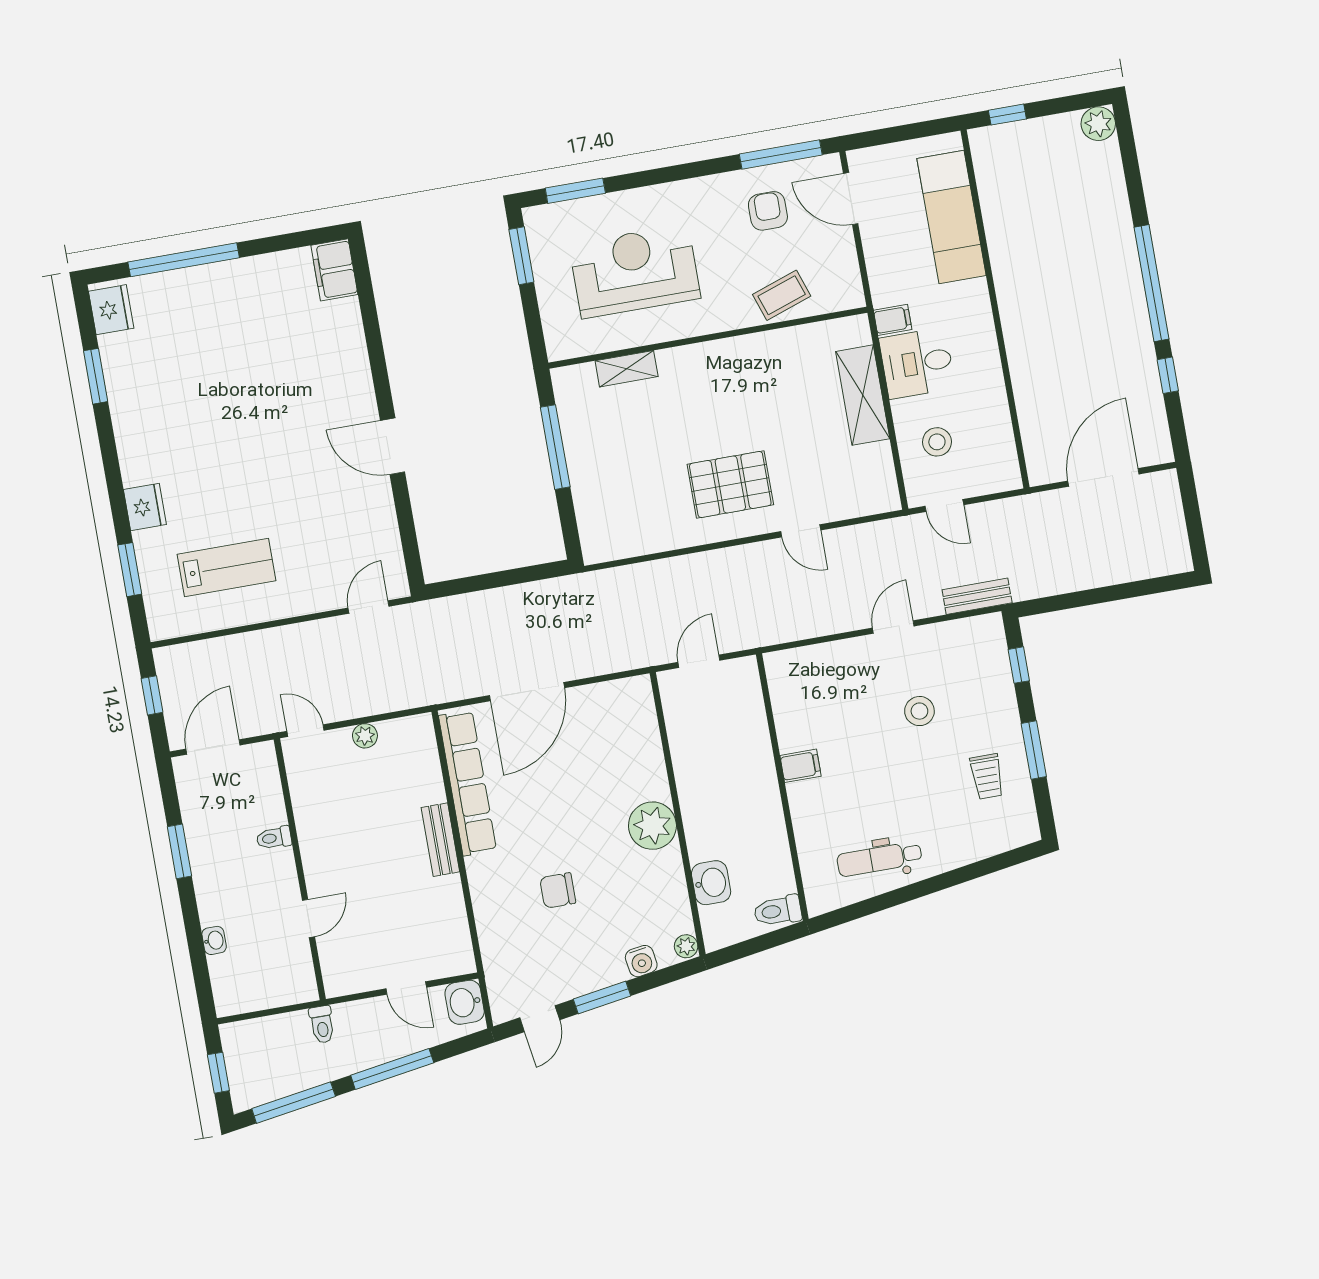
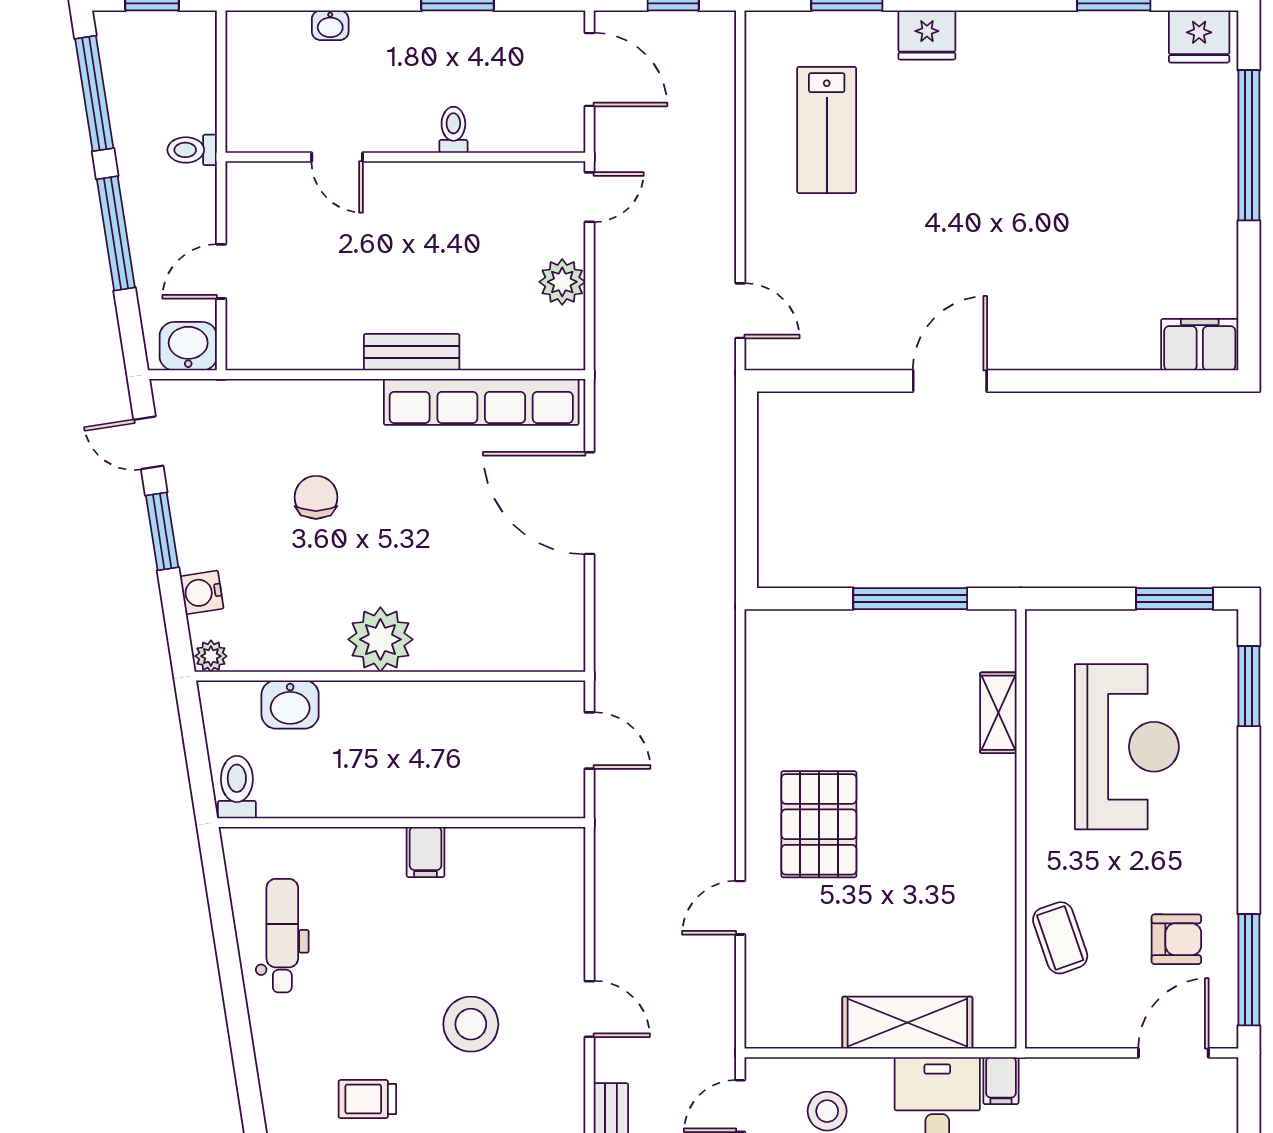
stool: (919, 711) -> (471, 1024), width x1.38, depth x1.38
plant: (365, 736) -> (562, 282), width x1.38, depth x1.38

